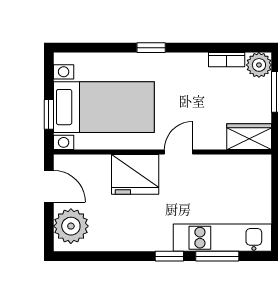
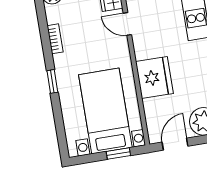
bookcase: (227, 60) -> (55, 39), moved
door: (179, 152) -> (127, 24), moved

